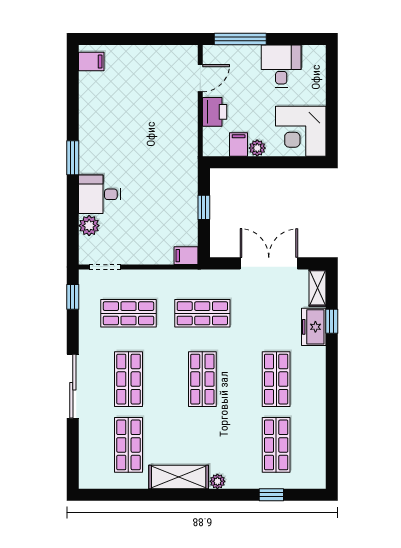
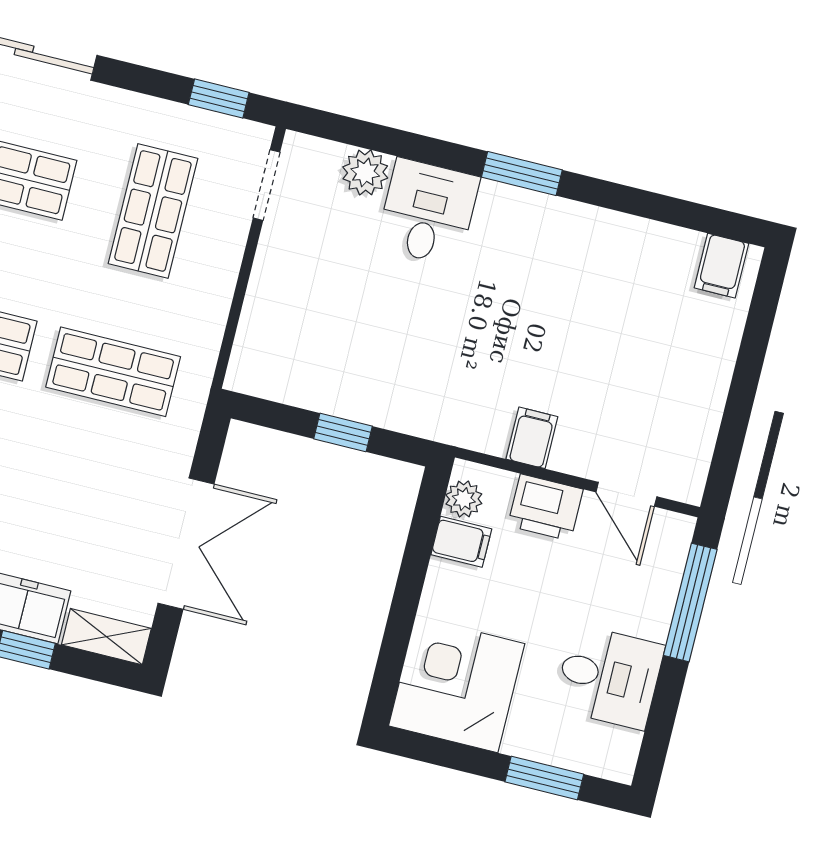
window: (332, 83) -> (544, 778), added
plant: (257, 148) -> (464, 499), moved
filing cabinet: (186, 256) -> (532, 438), moved
shop shelf: (202, 313) -> (113, 372), turned 90

